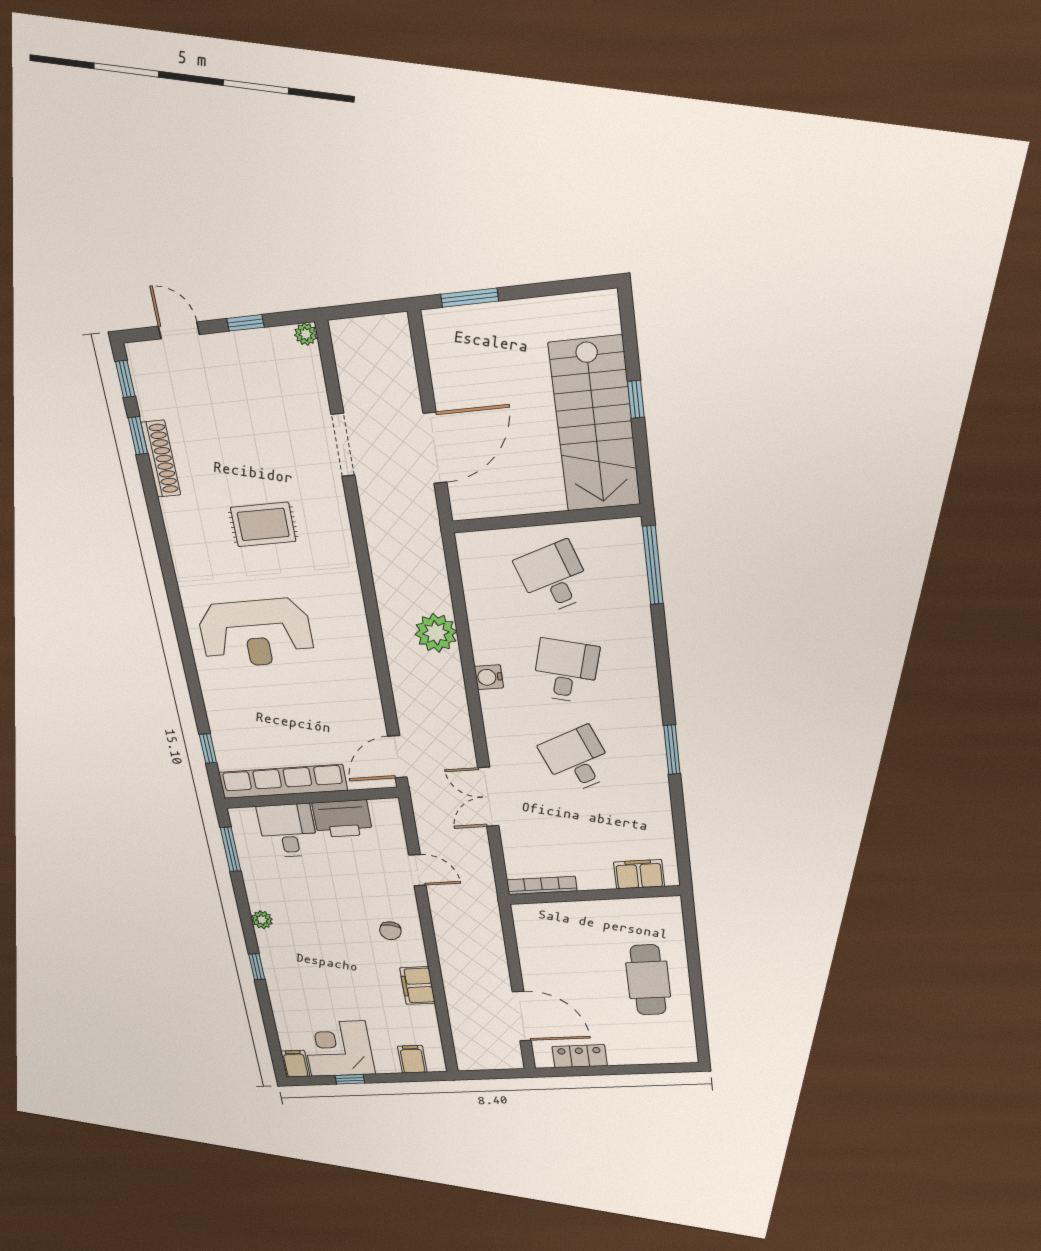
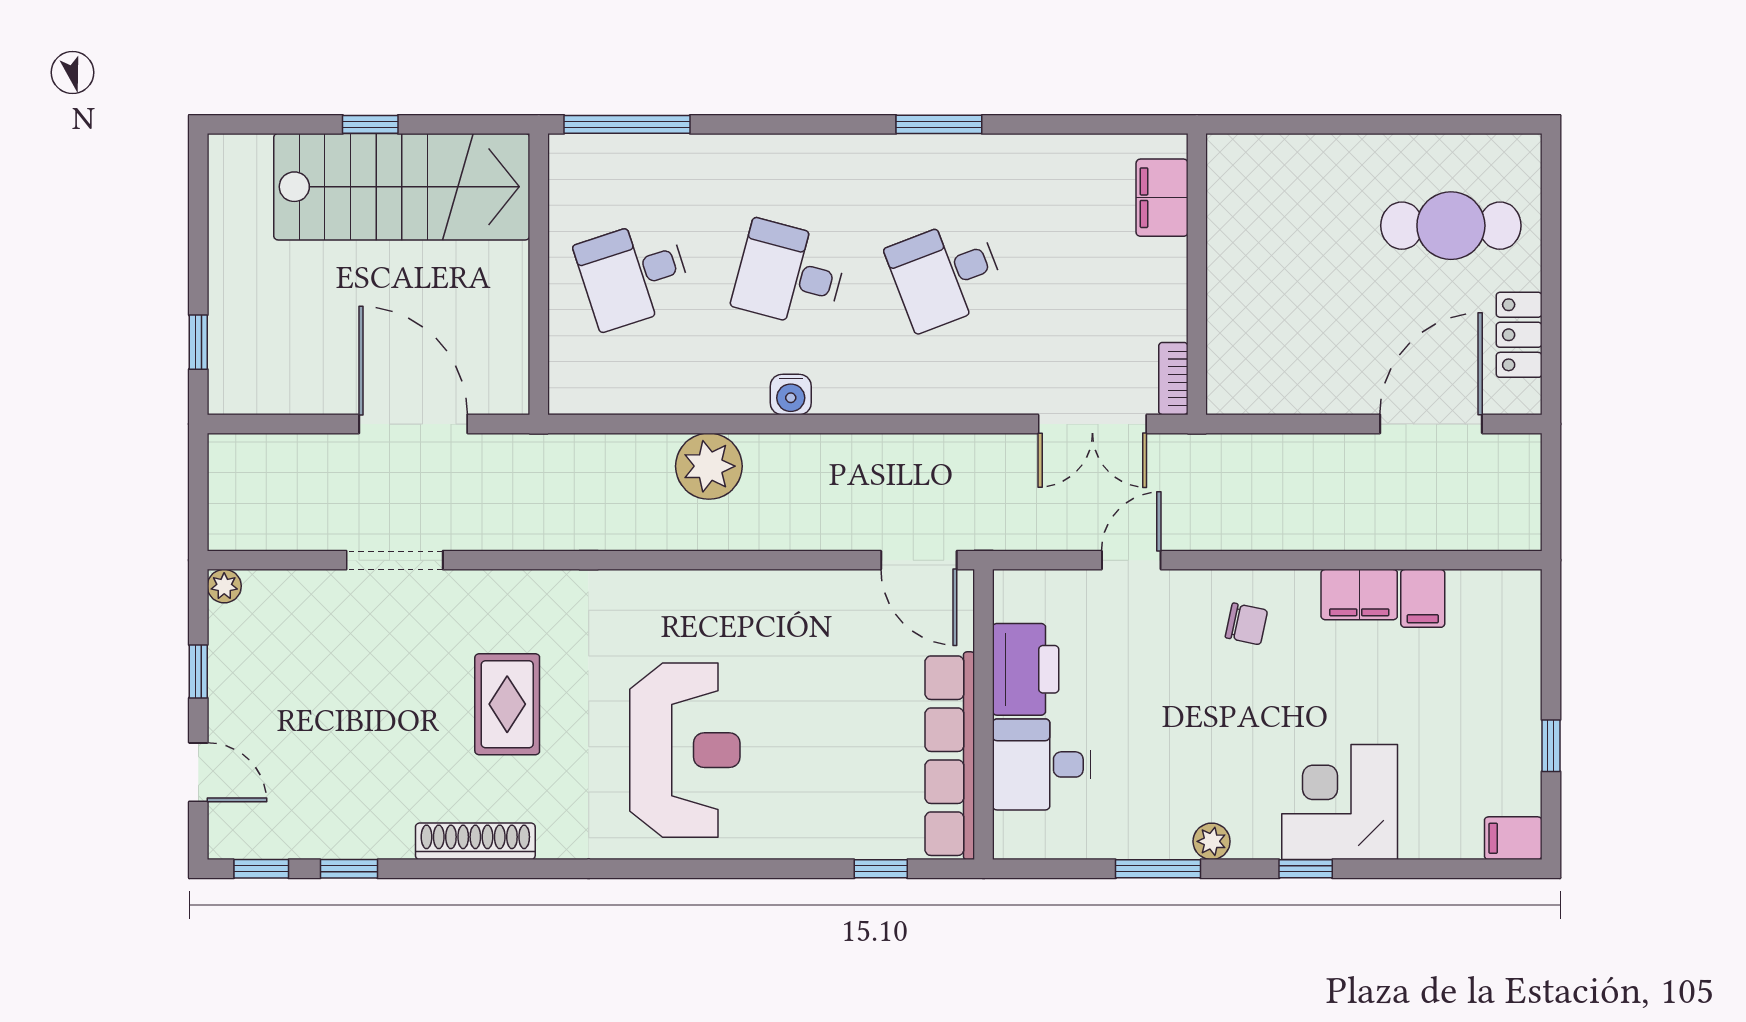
window: (470, 298) -> (198, 342), width x0.67
door: (179, 330) -> (198, 772), swing flipped
shoe rack: (161, 459) -> (475, 841), moved
double door: (488, 797) -> (1092, 424), moved
window: (230, 849) -> (1158, 869), moved
bookcase: (542, 885) -> (1173, 379), width x0.64
cafe table: (648, 980) -> (1451, 226), moved
corner desk: (338, 1049) -> (1340, 802), moved, turned 90
filing cabinet: (412, 1059) -> (1423, 598), moved, turned -90

